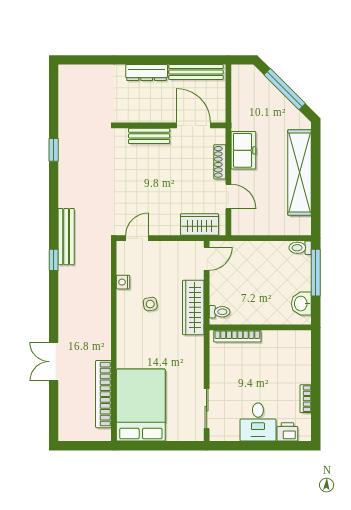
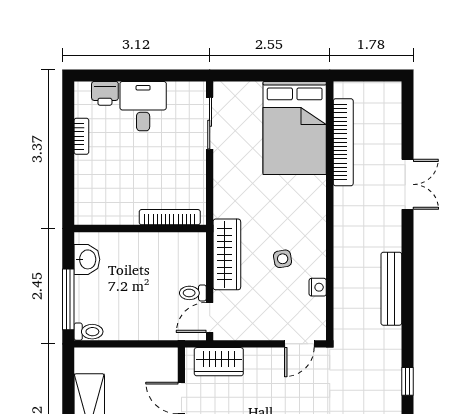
bench: (66, 237) -> (391, 289), moved
window: (54, 260) -> (407, 381), moved
toilet: (220, 312) -> (193, 293), moved

